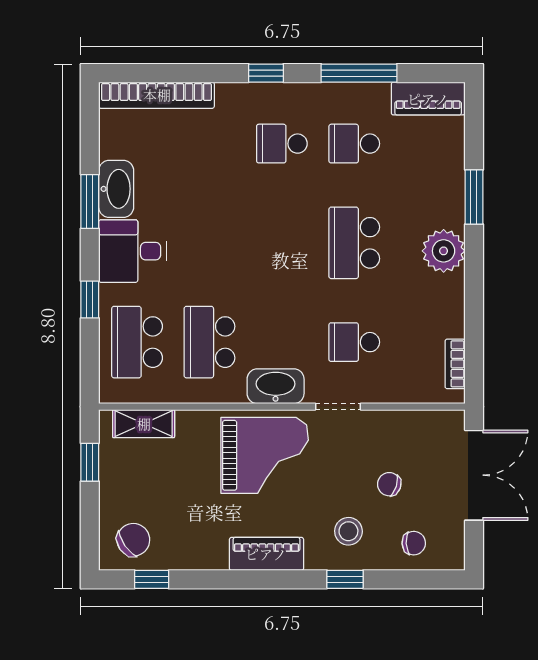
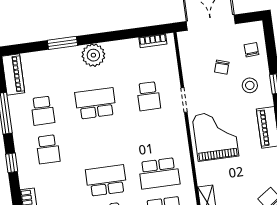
school desk: (209, 243) -> (106, 181), added
school desk: (354, 243) -> (96, 103), turned 180
washbasin: (276, 386) -> (178, 135), removed

